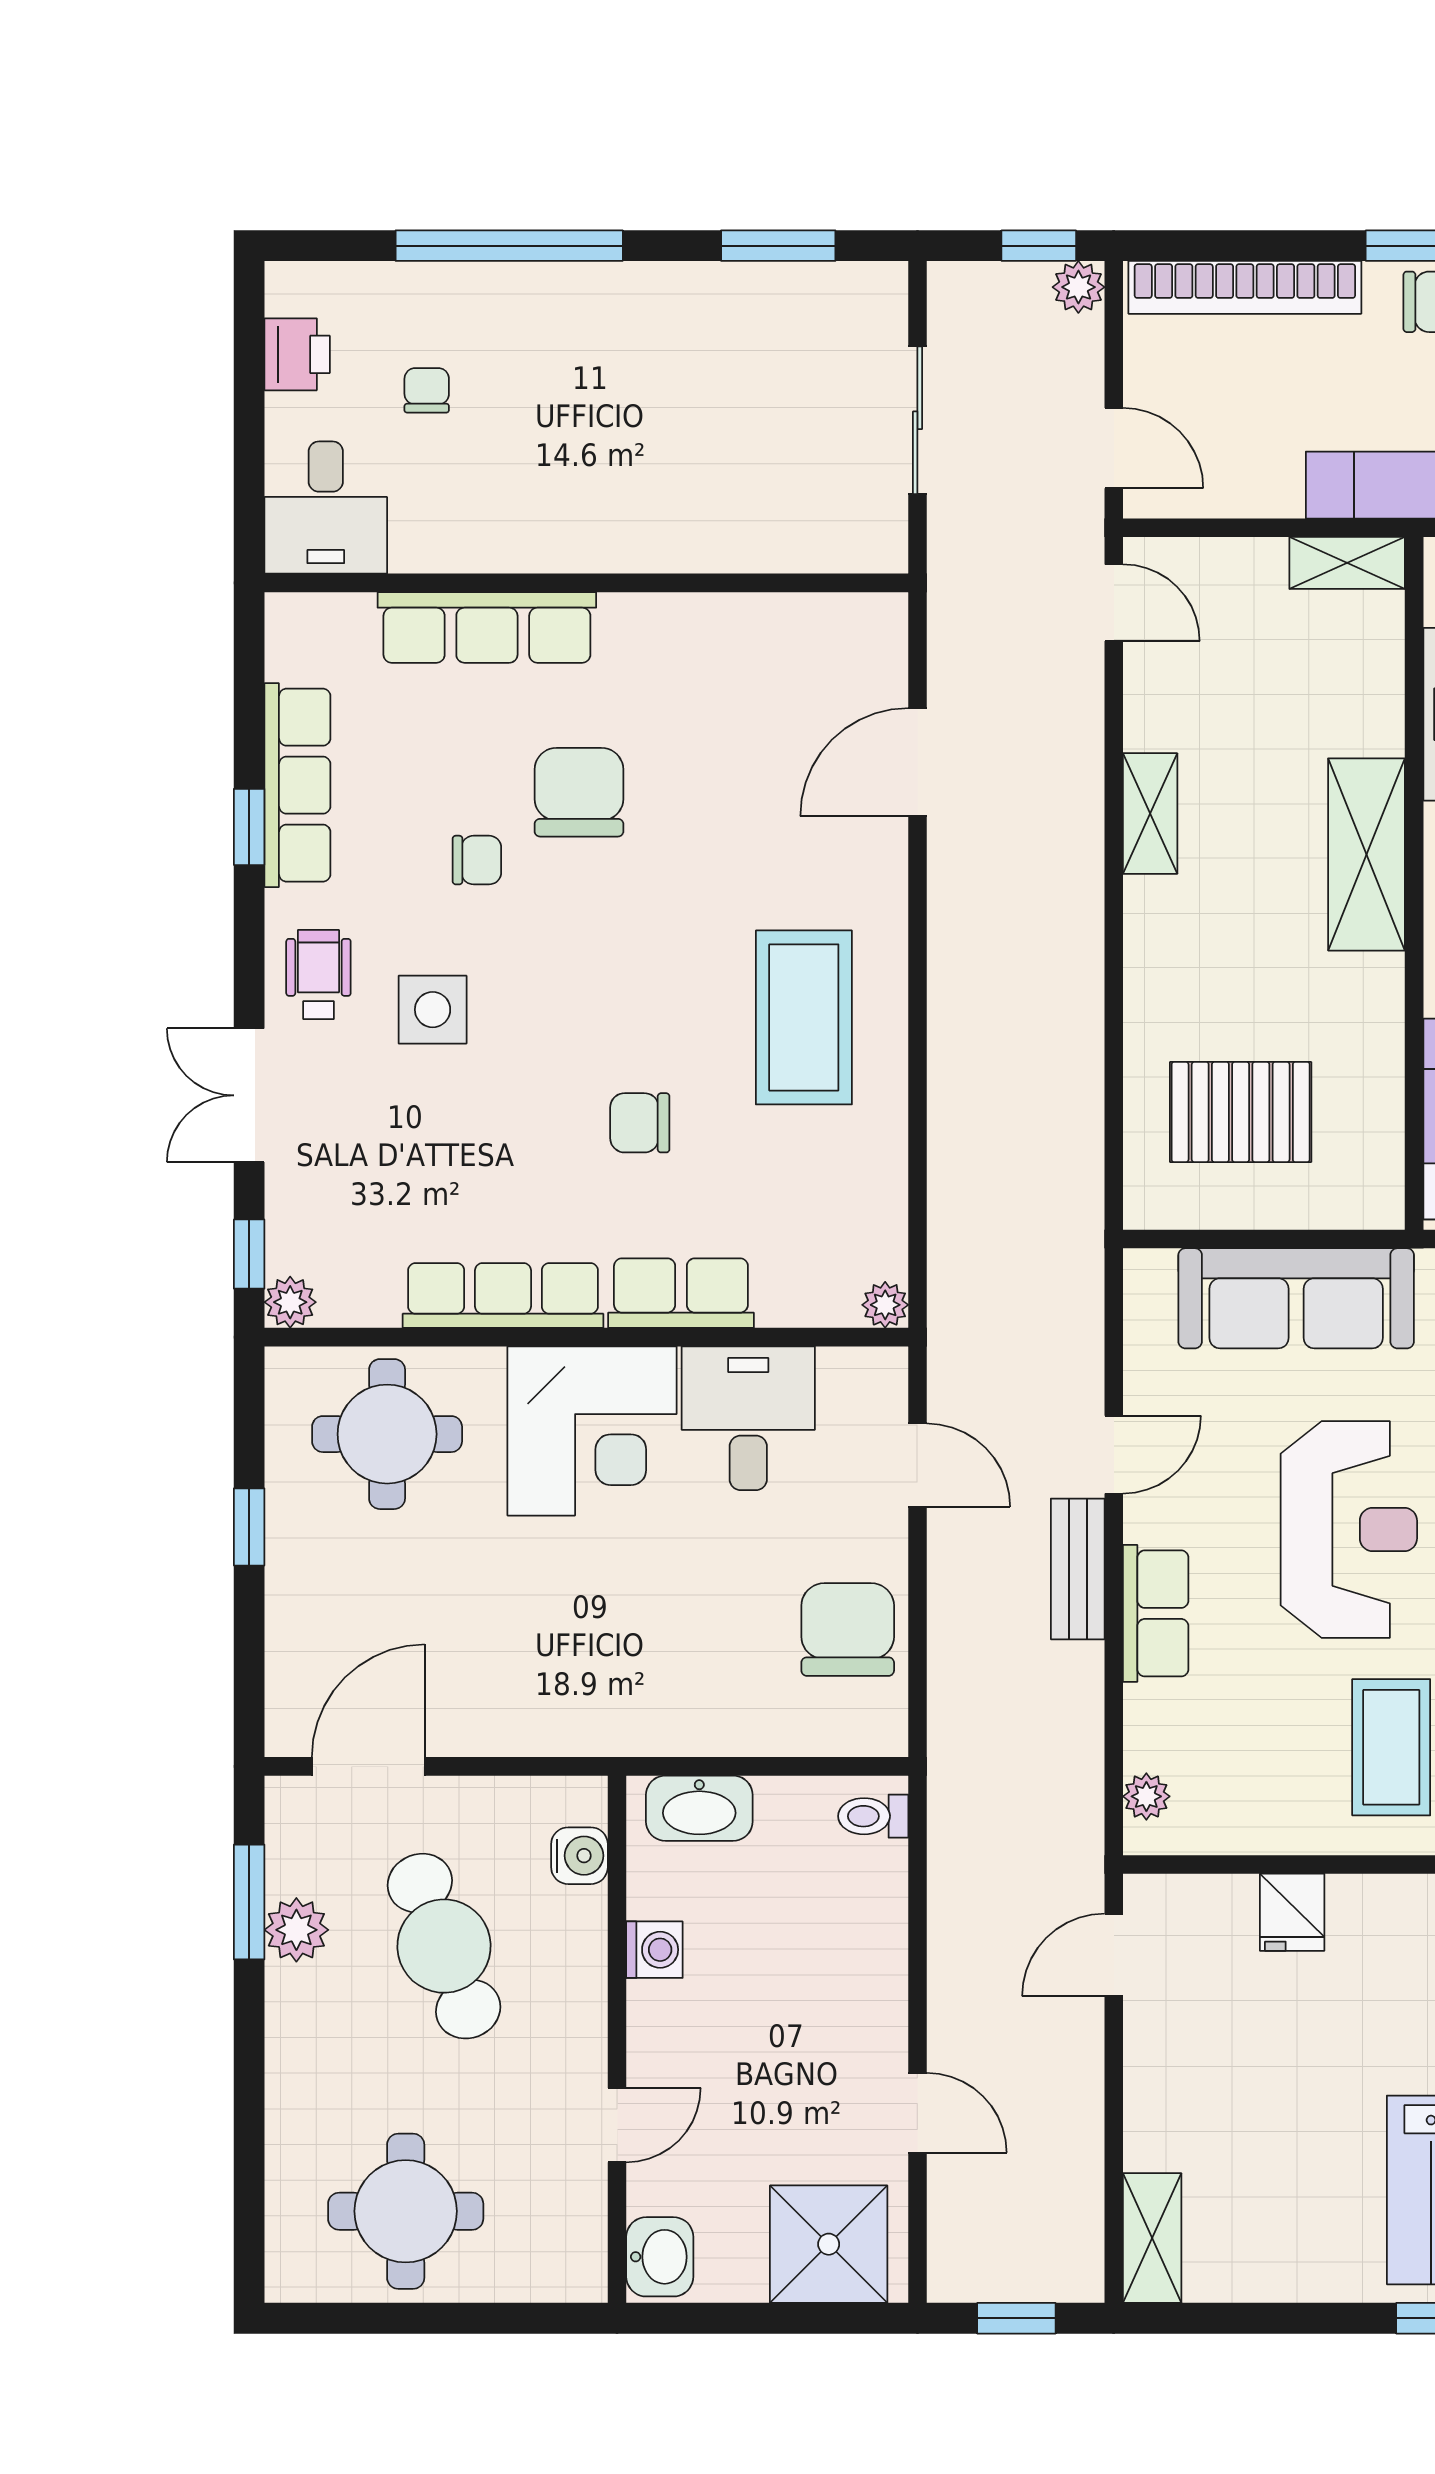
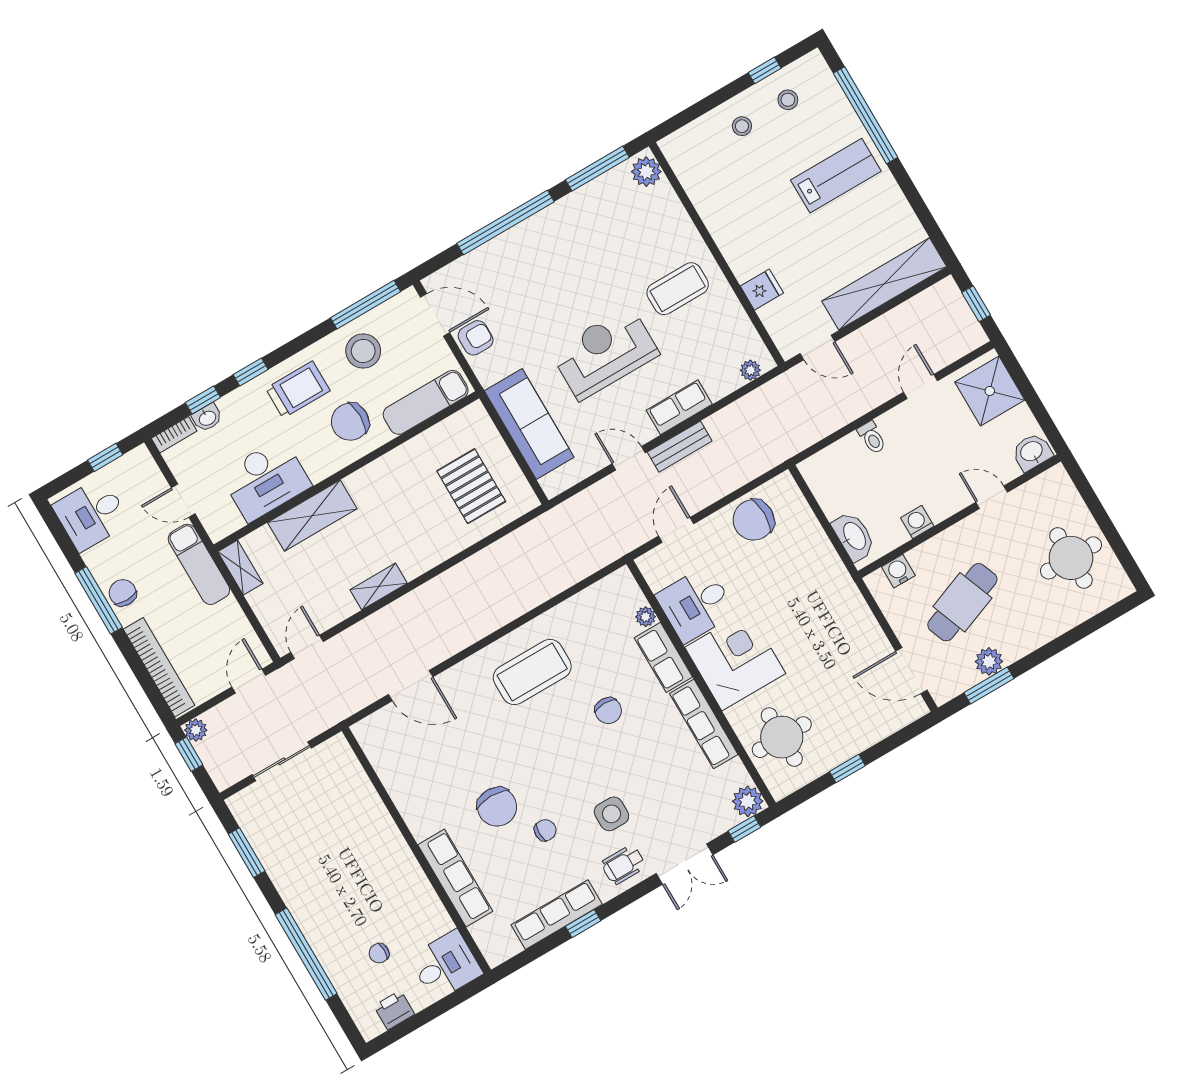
chair: (579, 792) -> (497, 807), turned -90
shelving: (1367, 854) -> (312, 516), moved
chair: (477, 860) -> (545, 830), turned 90
plant: (290, 1302) -> (748, 801), width x1.38, depth x1.38
plant: (885, 1305) -> (646, 617), moved
toilet: (873, 1816) -> (872, 438), moved
shelving: (1152, 2238) -> (884, 284), width x2.20, depth x1.33

